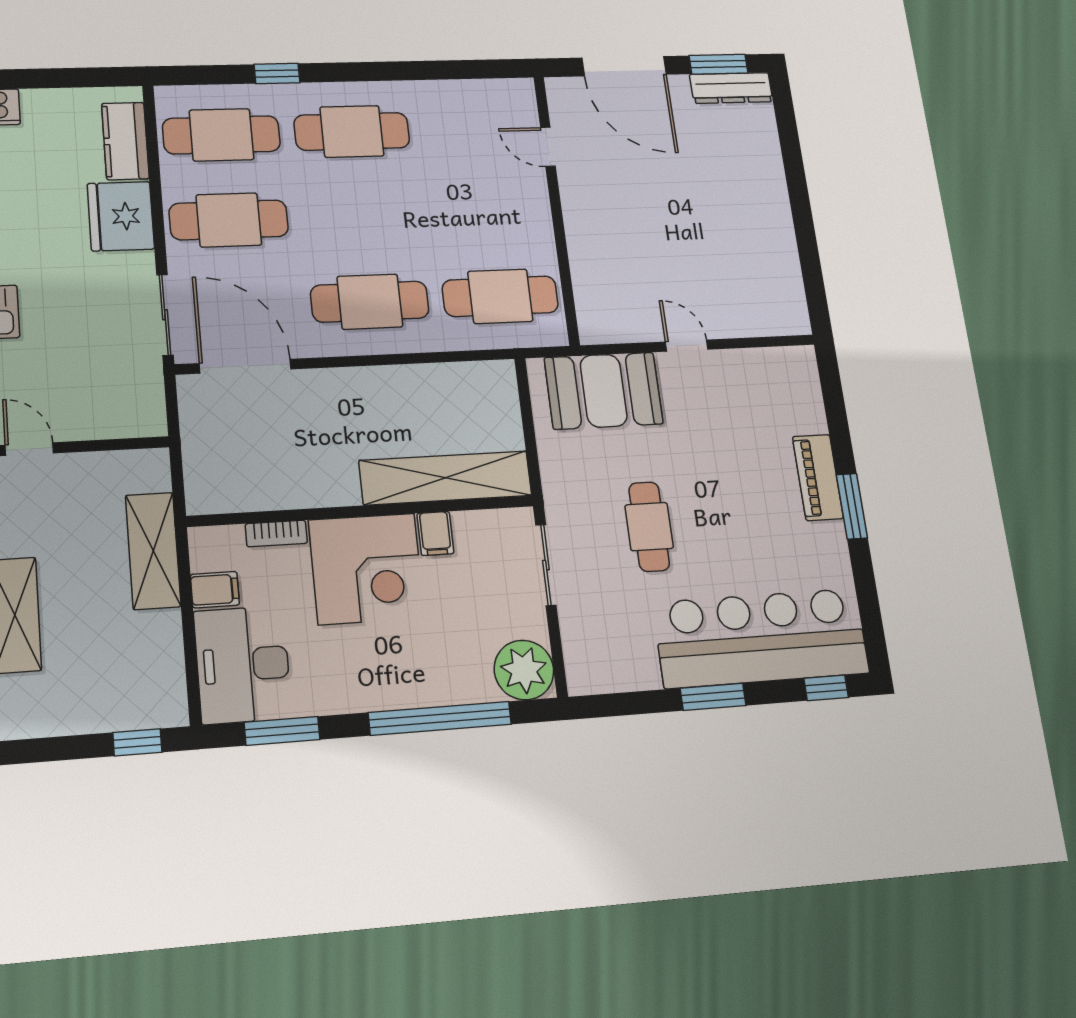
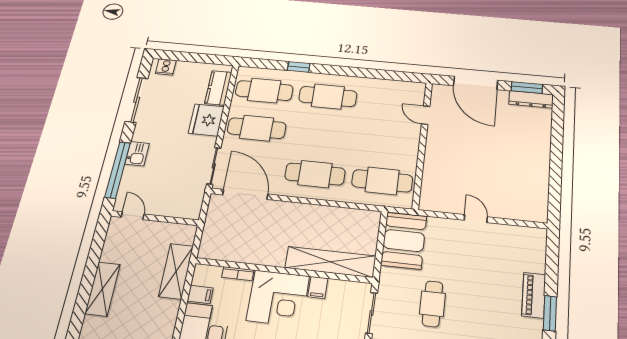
booth: (604, 391) -> (404, 241), moved, turned 90

